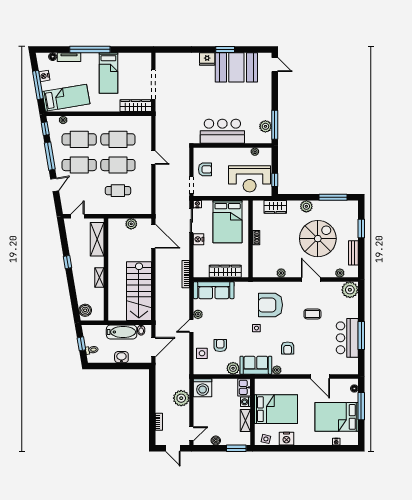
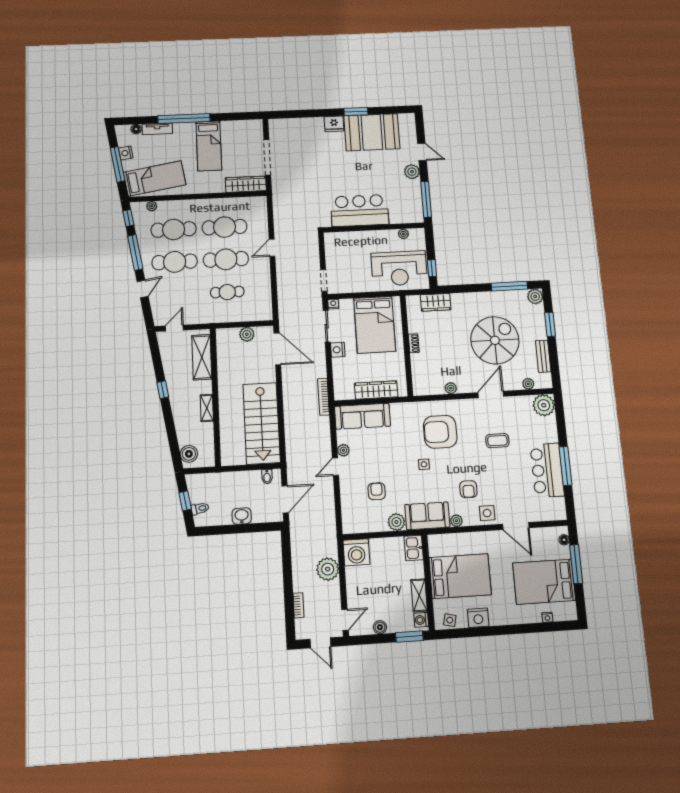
door: (275, 65) -> (422, 152), moved
plant: (265, 126) -> (412, 172), moved
door: (153, 158) -> (272, 248), swing flipped
armchair: (205, 169) -> (340, 259), removed
plant: (306, 206) -> (535, 296), moved
door: (311, 279) -> (491, 394), hinge flipped
bathtub: (122, 332) -> (240, 481), removed
side table: (202, 353) -> (487, 513), moved
washing machine: (246, 402) -> (421, 620), moved

